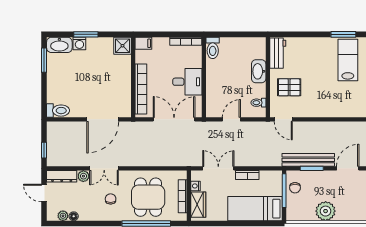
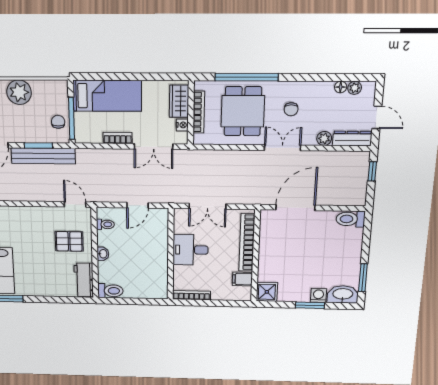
filing cabinet: (143, 43) -> (242, 279), moved
toilet: (213, 48) -> (110, 291), moved, turned 90
washbasin: (259, 71) -> (103, 254), width x0.52, depth x0.69
double door: (174, 119) -> (207, 206), width x0.73
double door: (104, 168) -> (282, 148), moved

